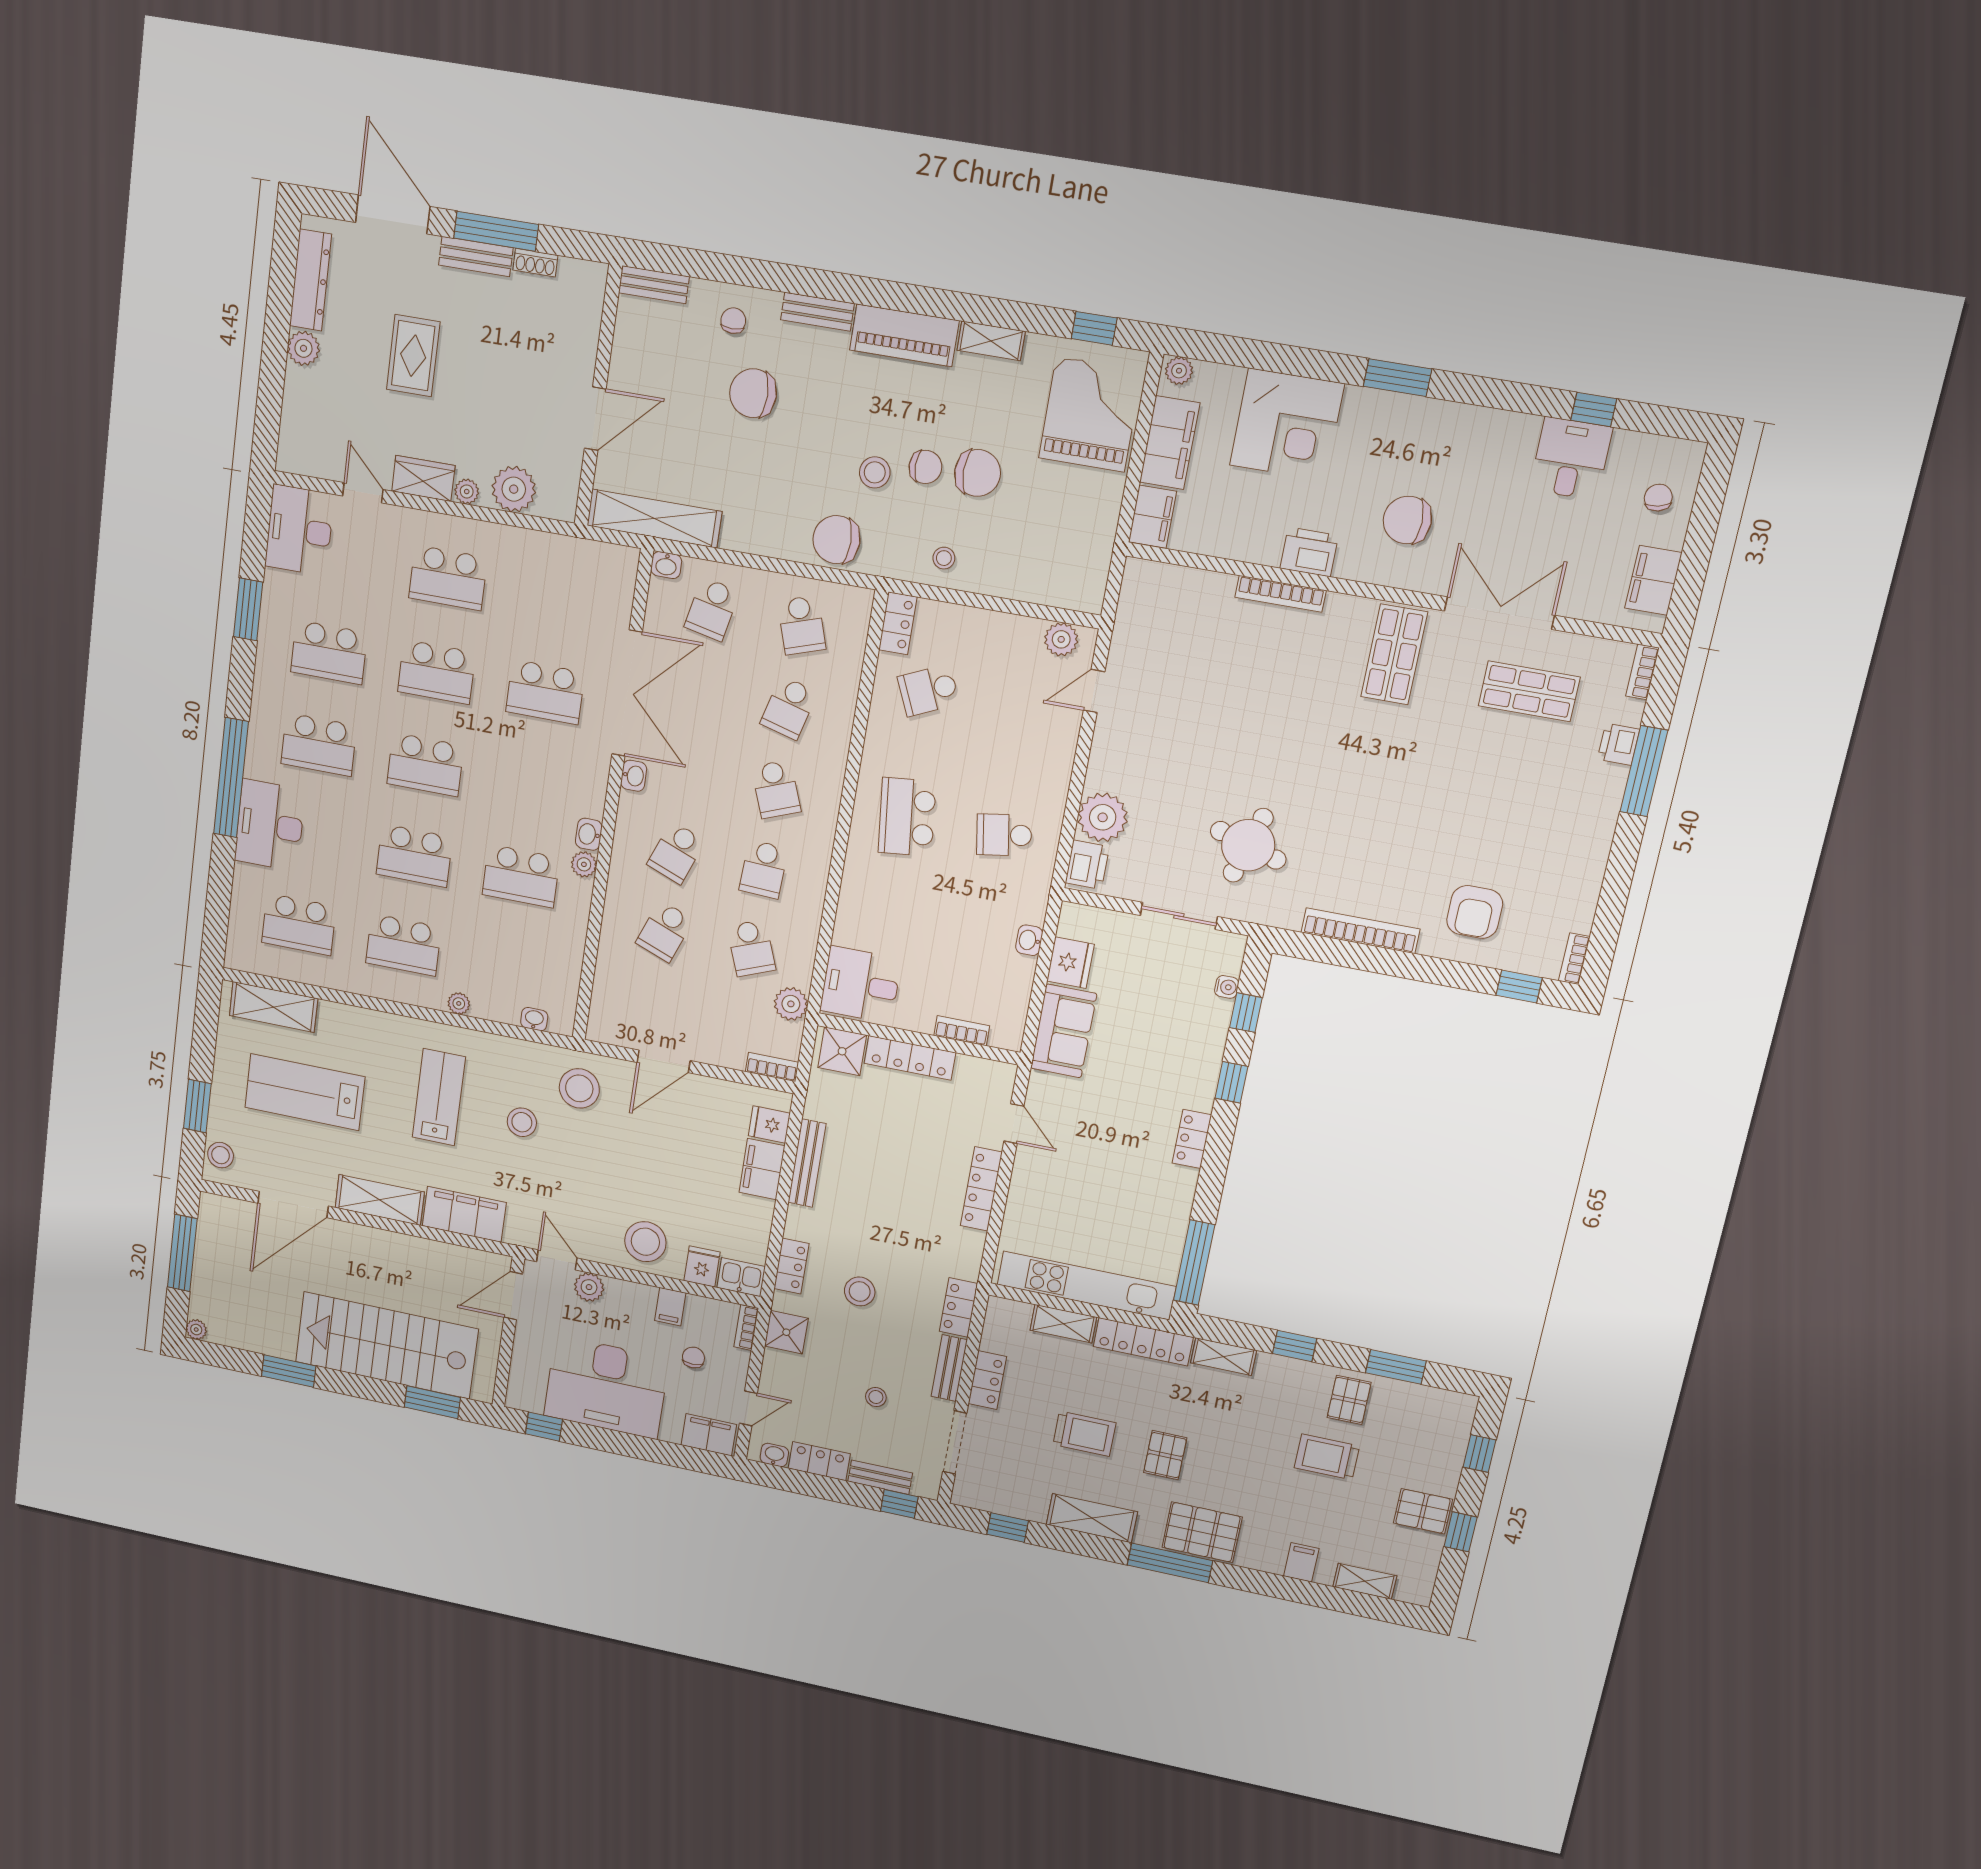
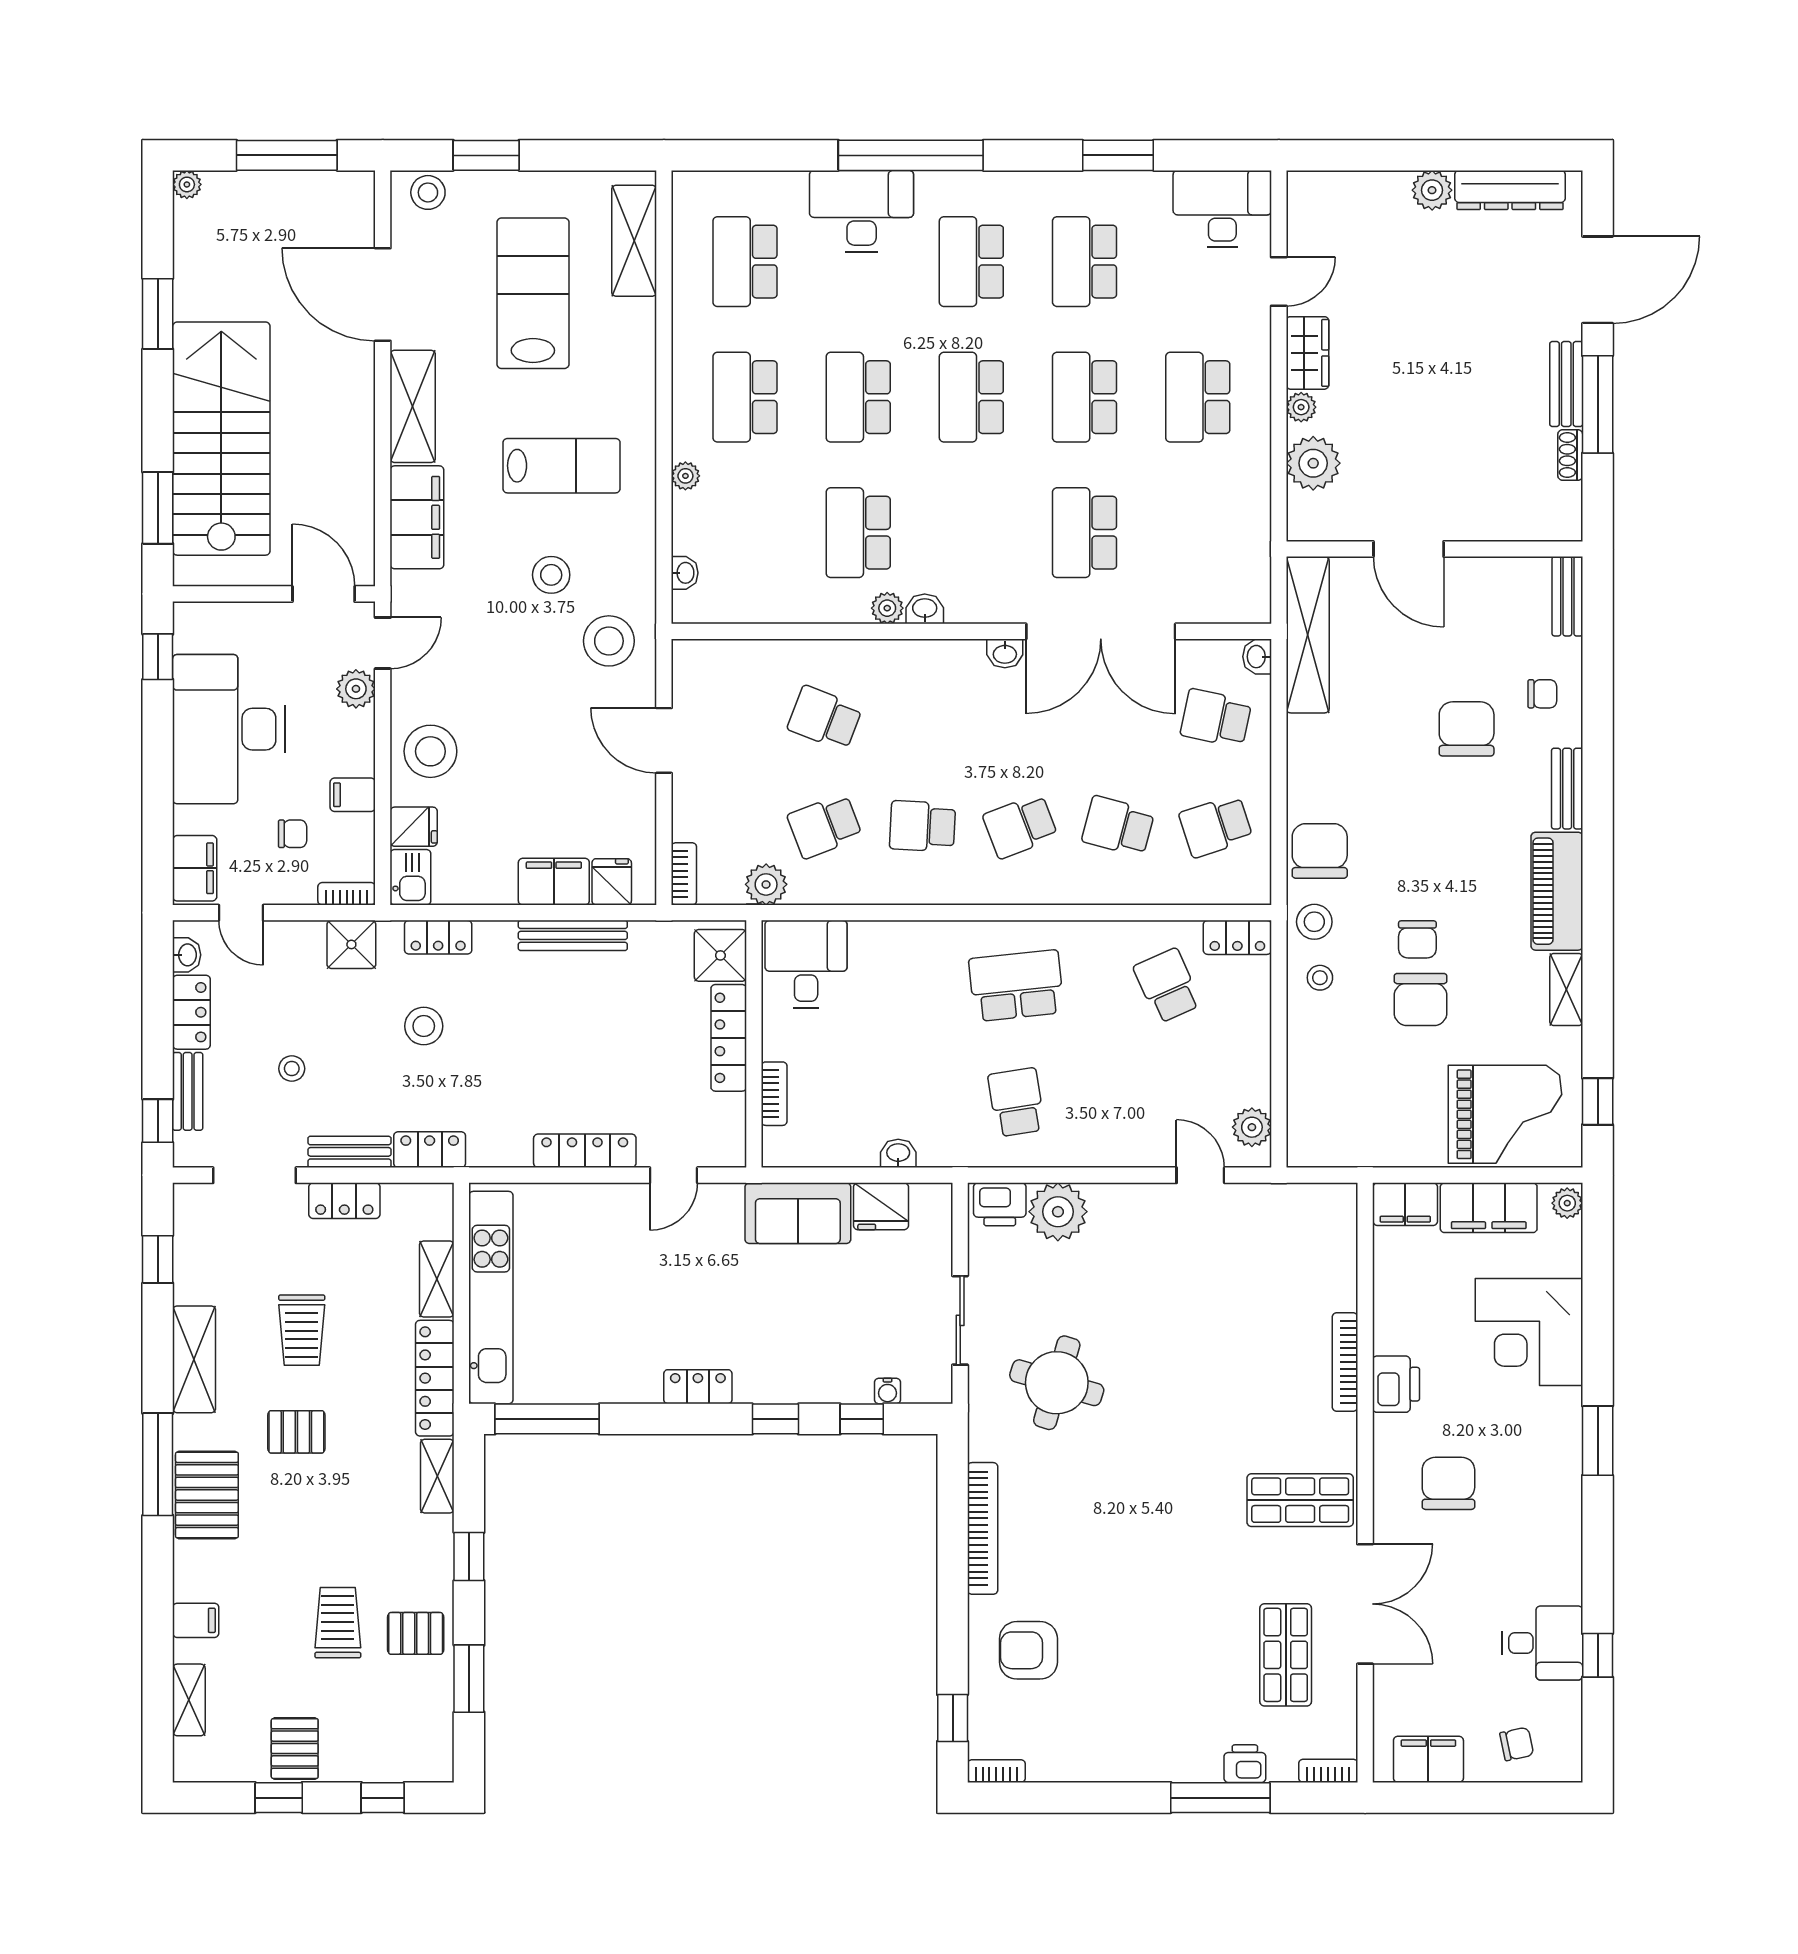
rug: (413, 356) -> (1445, 323), removed
stool: (875, 472) -> (1314, 922), moved
school desk: (676, 853) -> (922, 718), removed

